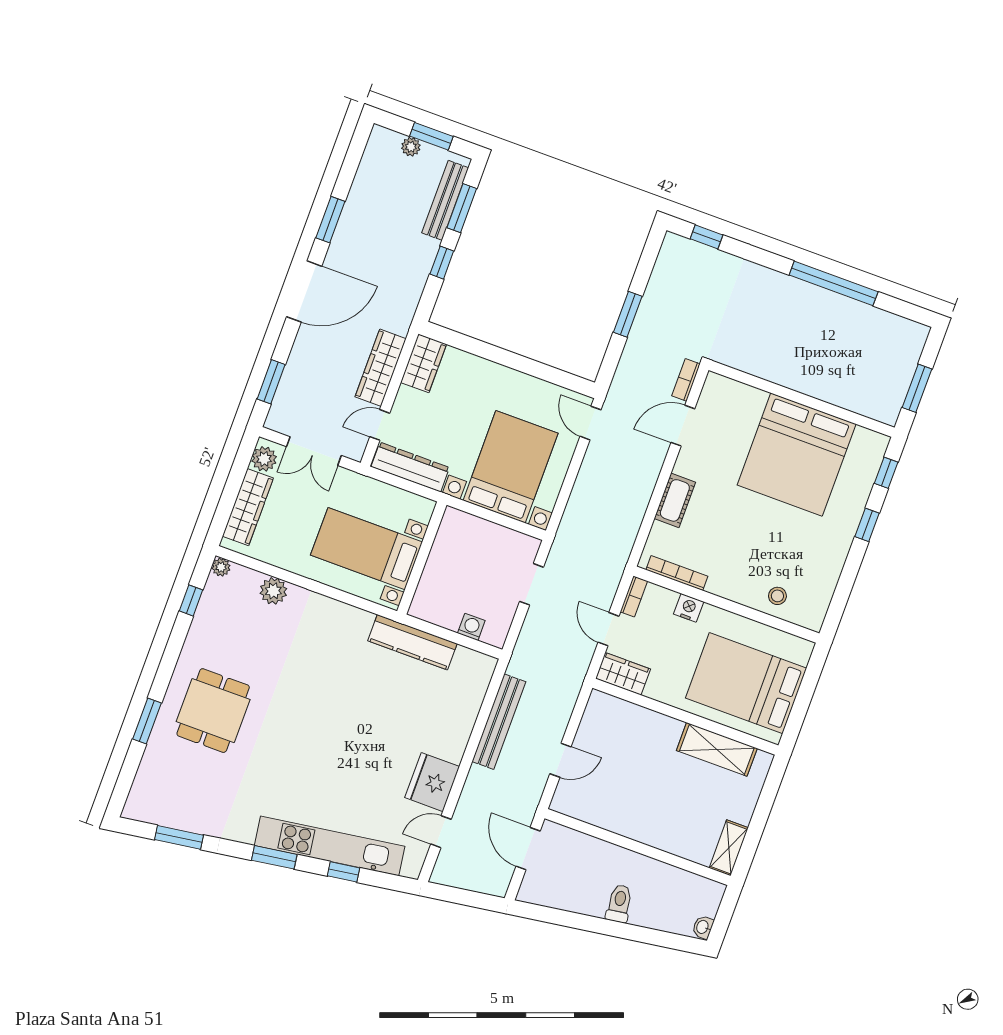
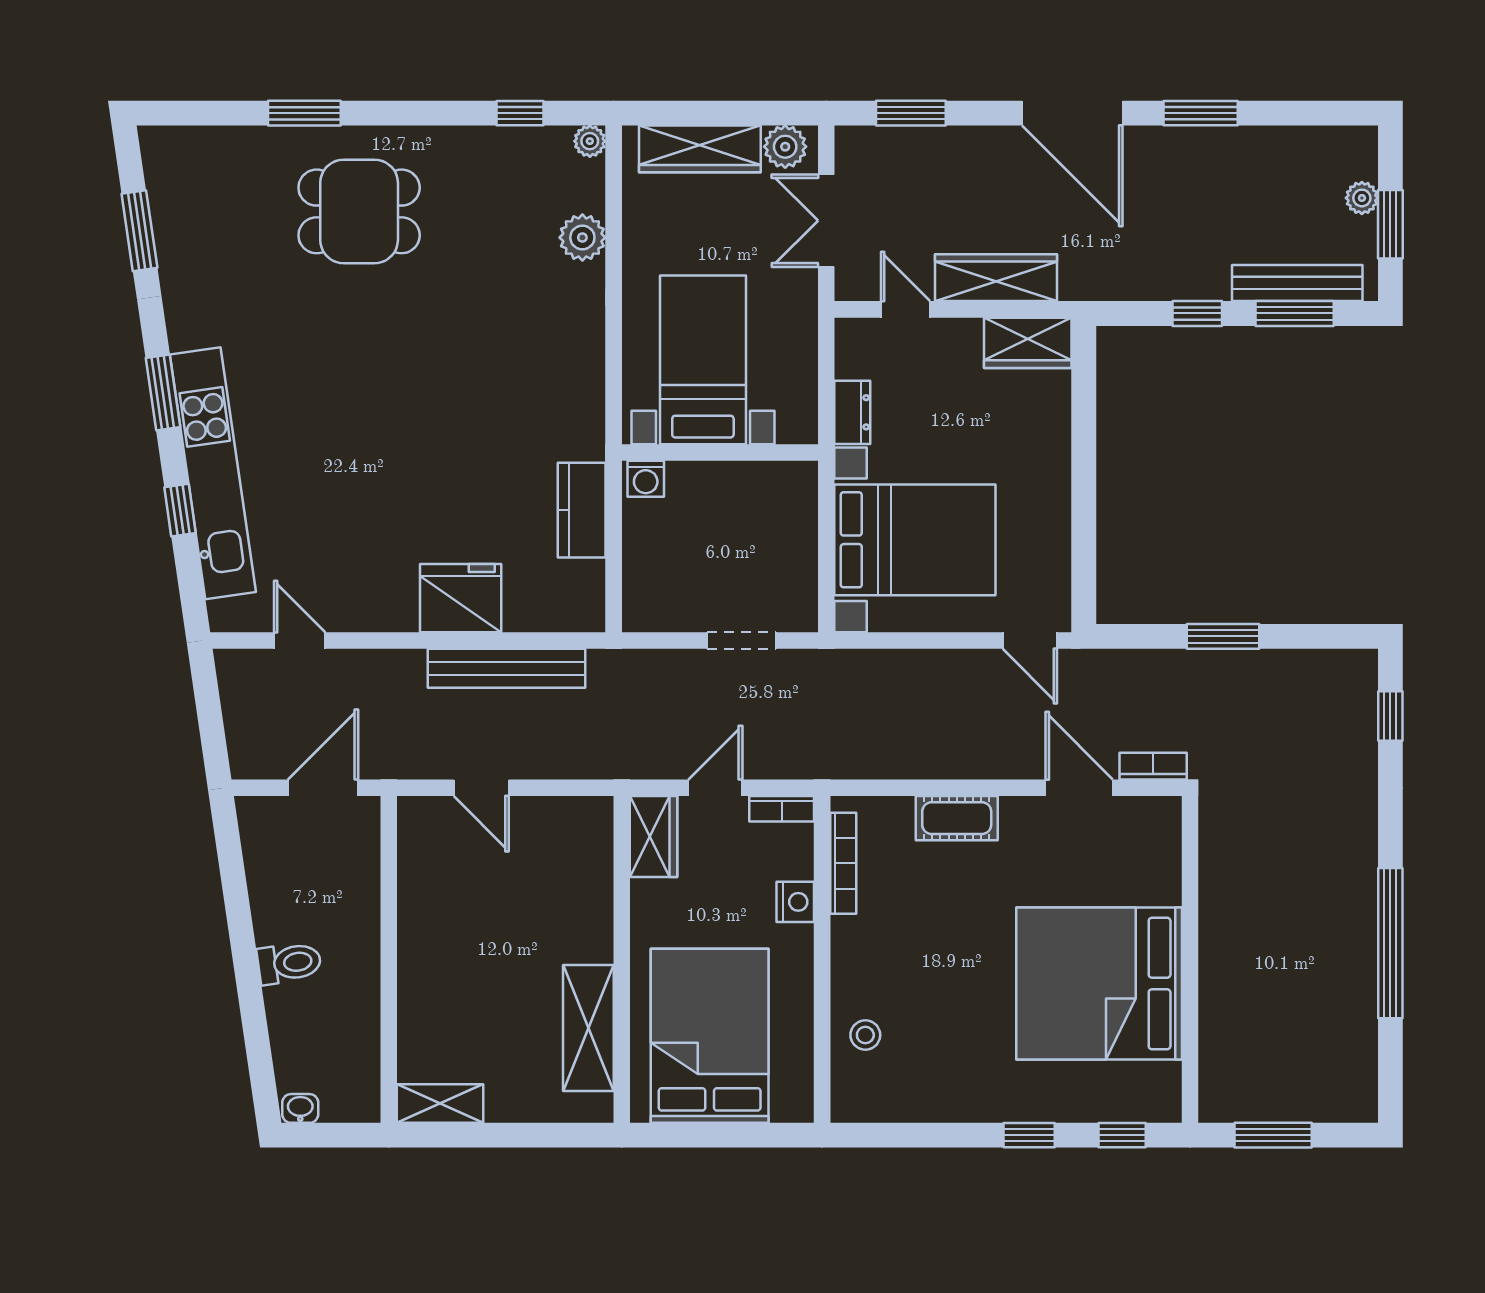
door: (590, 423) -> (1030, 641), swing flipped
dresser: (410, 467) -> (852, 412), width x0.51, depth x0.80
washing machine: (471, 627) -> (646, 479), moved, turned 90
kitchen counter: (412, 642) -> (582, 510), width x0.67
fridge: (432, 782) -> (461, 598), moved

